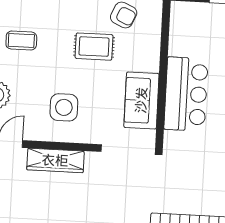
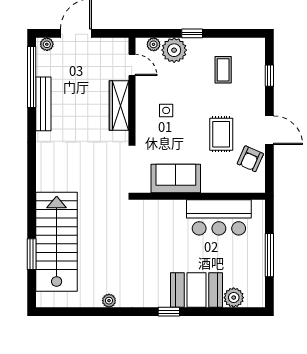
bar counter: (186, 94) -> (219, 217), moved
side table: (64, 107) -> (166, 110), width x0.54, depth x0.54

